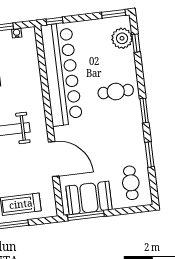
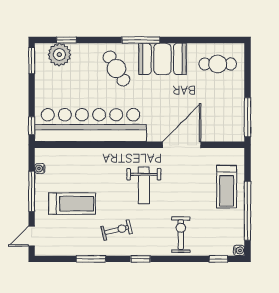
cafe table: (116, 92) -> (116, 68), turned -31
window: (144, 111) -> (141, 40), width x1.44
window: (150, 155) -> (189, 40), removed
booth: (89, 198) -> (162, 59), moved, turned 90

